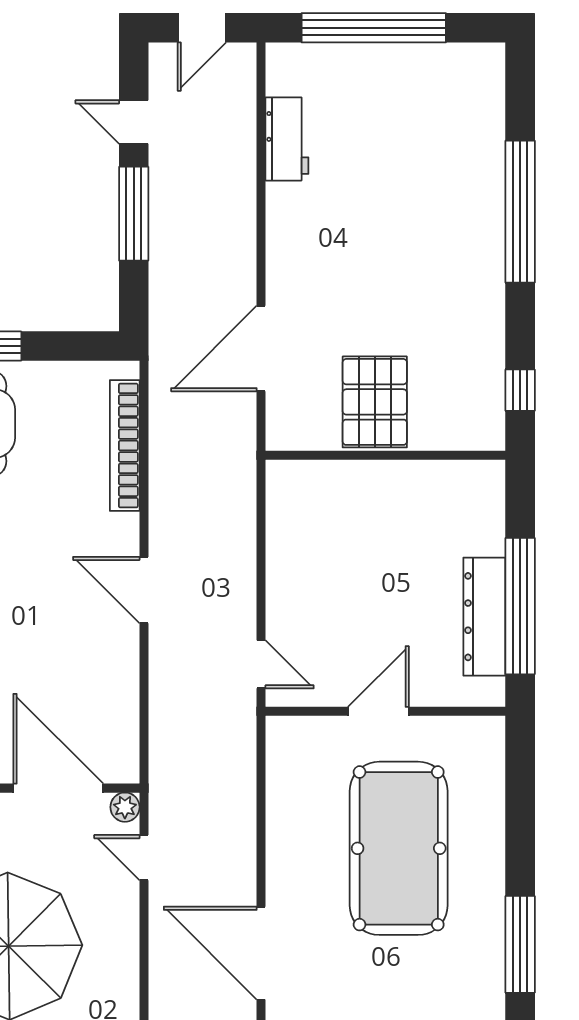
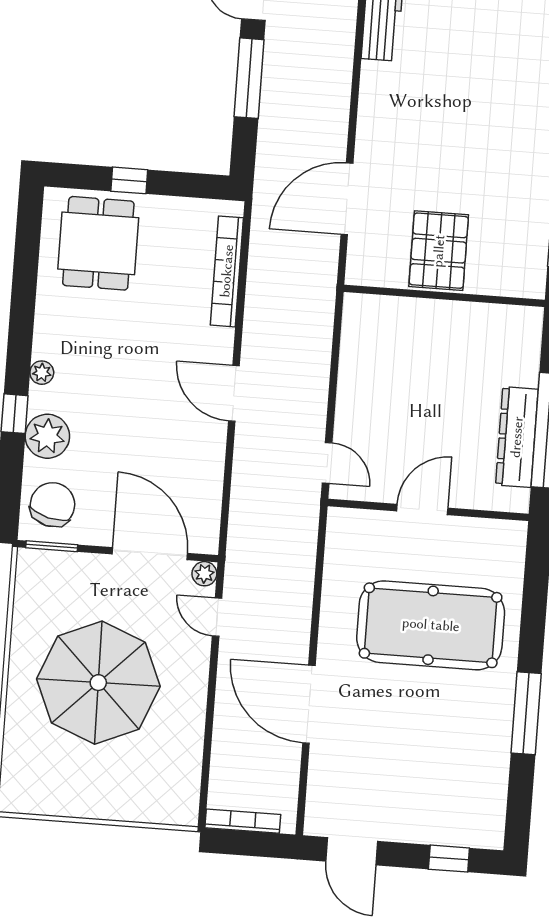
pool table: (399, 848) -> (431, 625), turned 90

